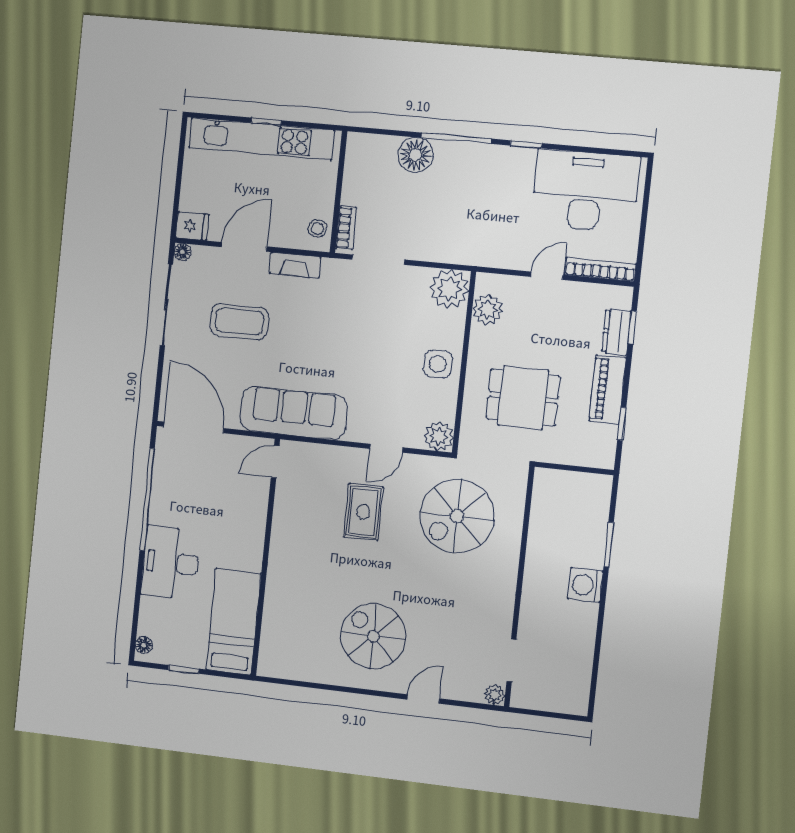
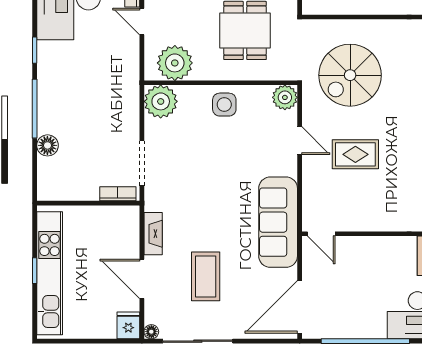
floor lamp: (416, 155) -> (47, 145), width x0.73, depth x0.73
stool: (317, 229) -> (121, 218), removed
plant: (488, 310) -> (175, 63), width x1.36, depth x1.36
spiral stairs: (457, 516) -> (350, 75), turned 90

